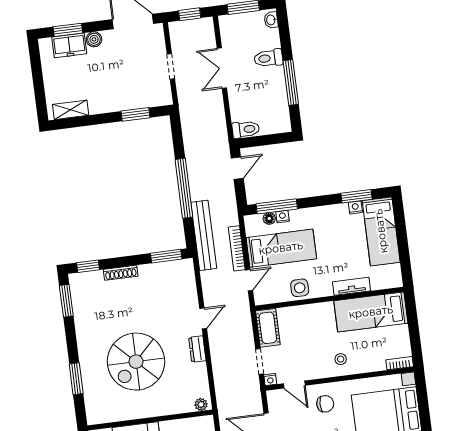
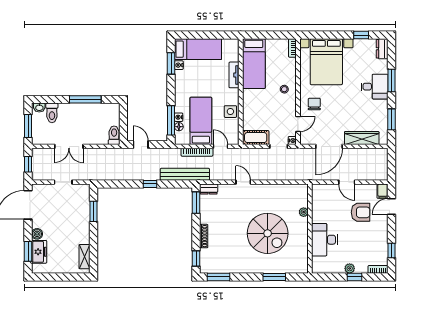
toilet: (268, 58) -> (52, 113), moved
window: (184, 188) -> (150, 184), width x0.32
dresser: (197, 349) -> (209, 189), moved
plant: (201, 404) -> (304, 212), moved

